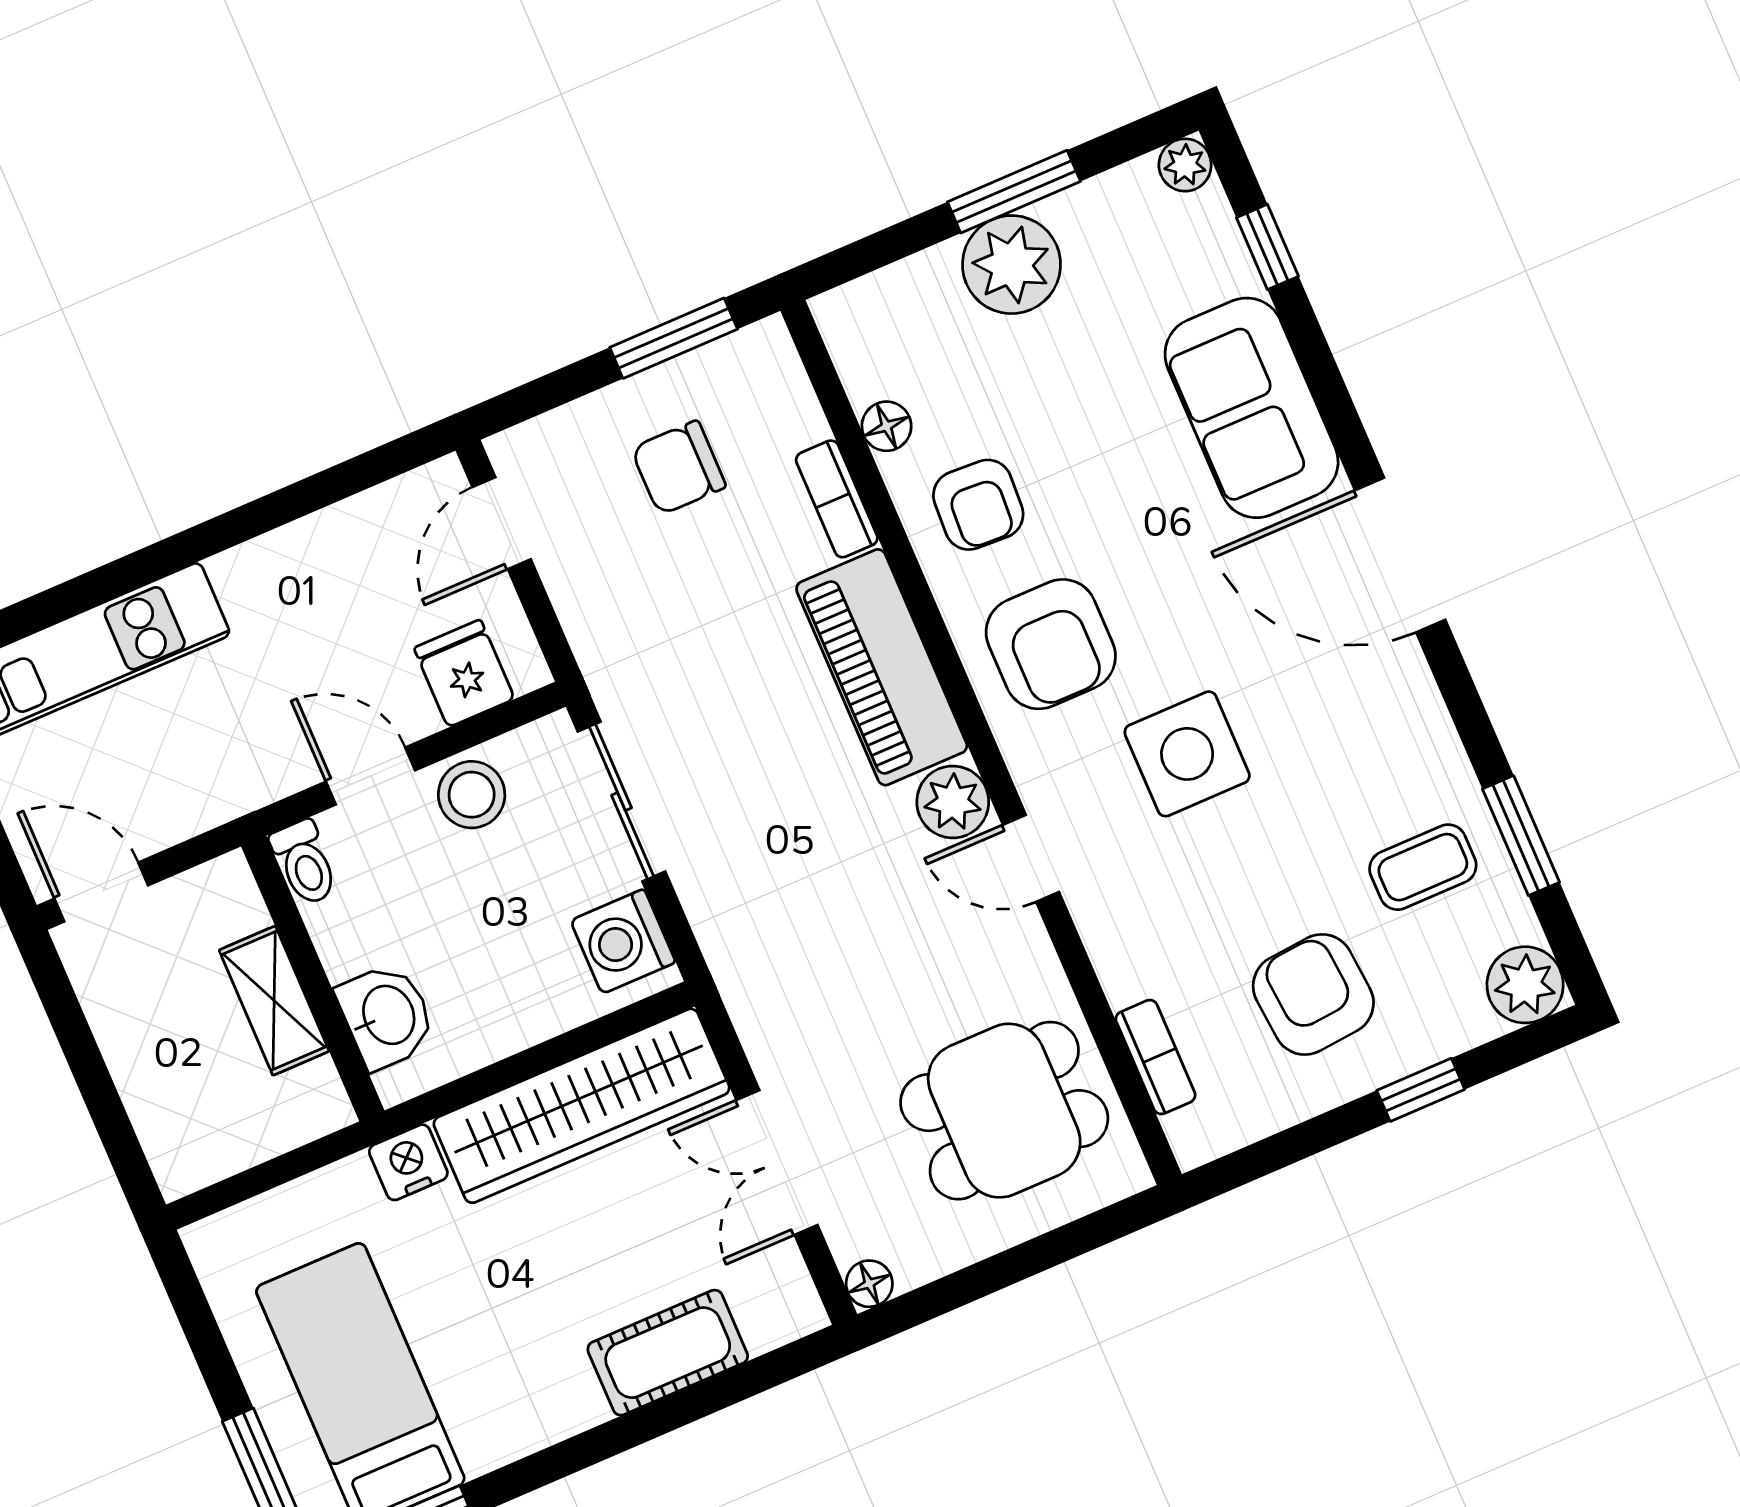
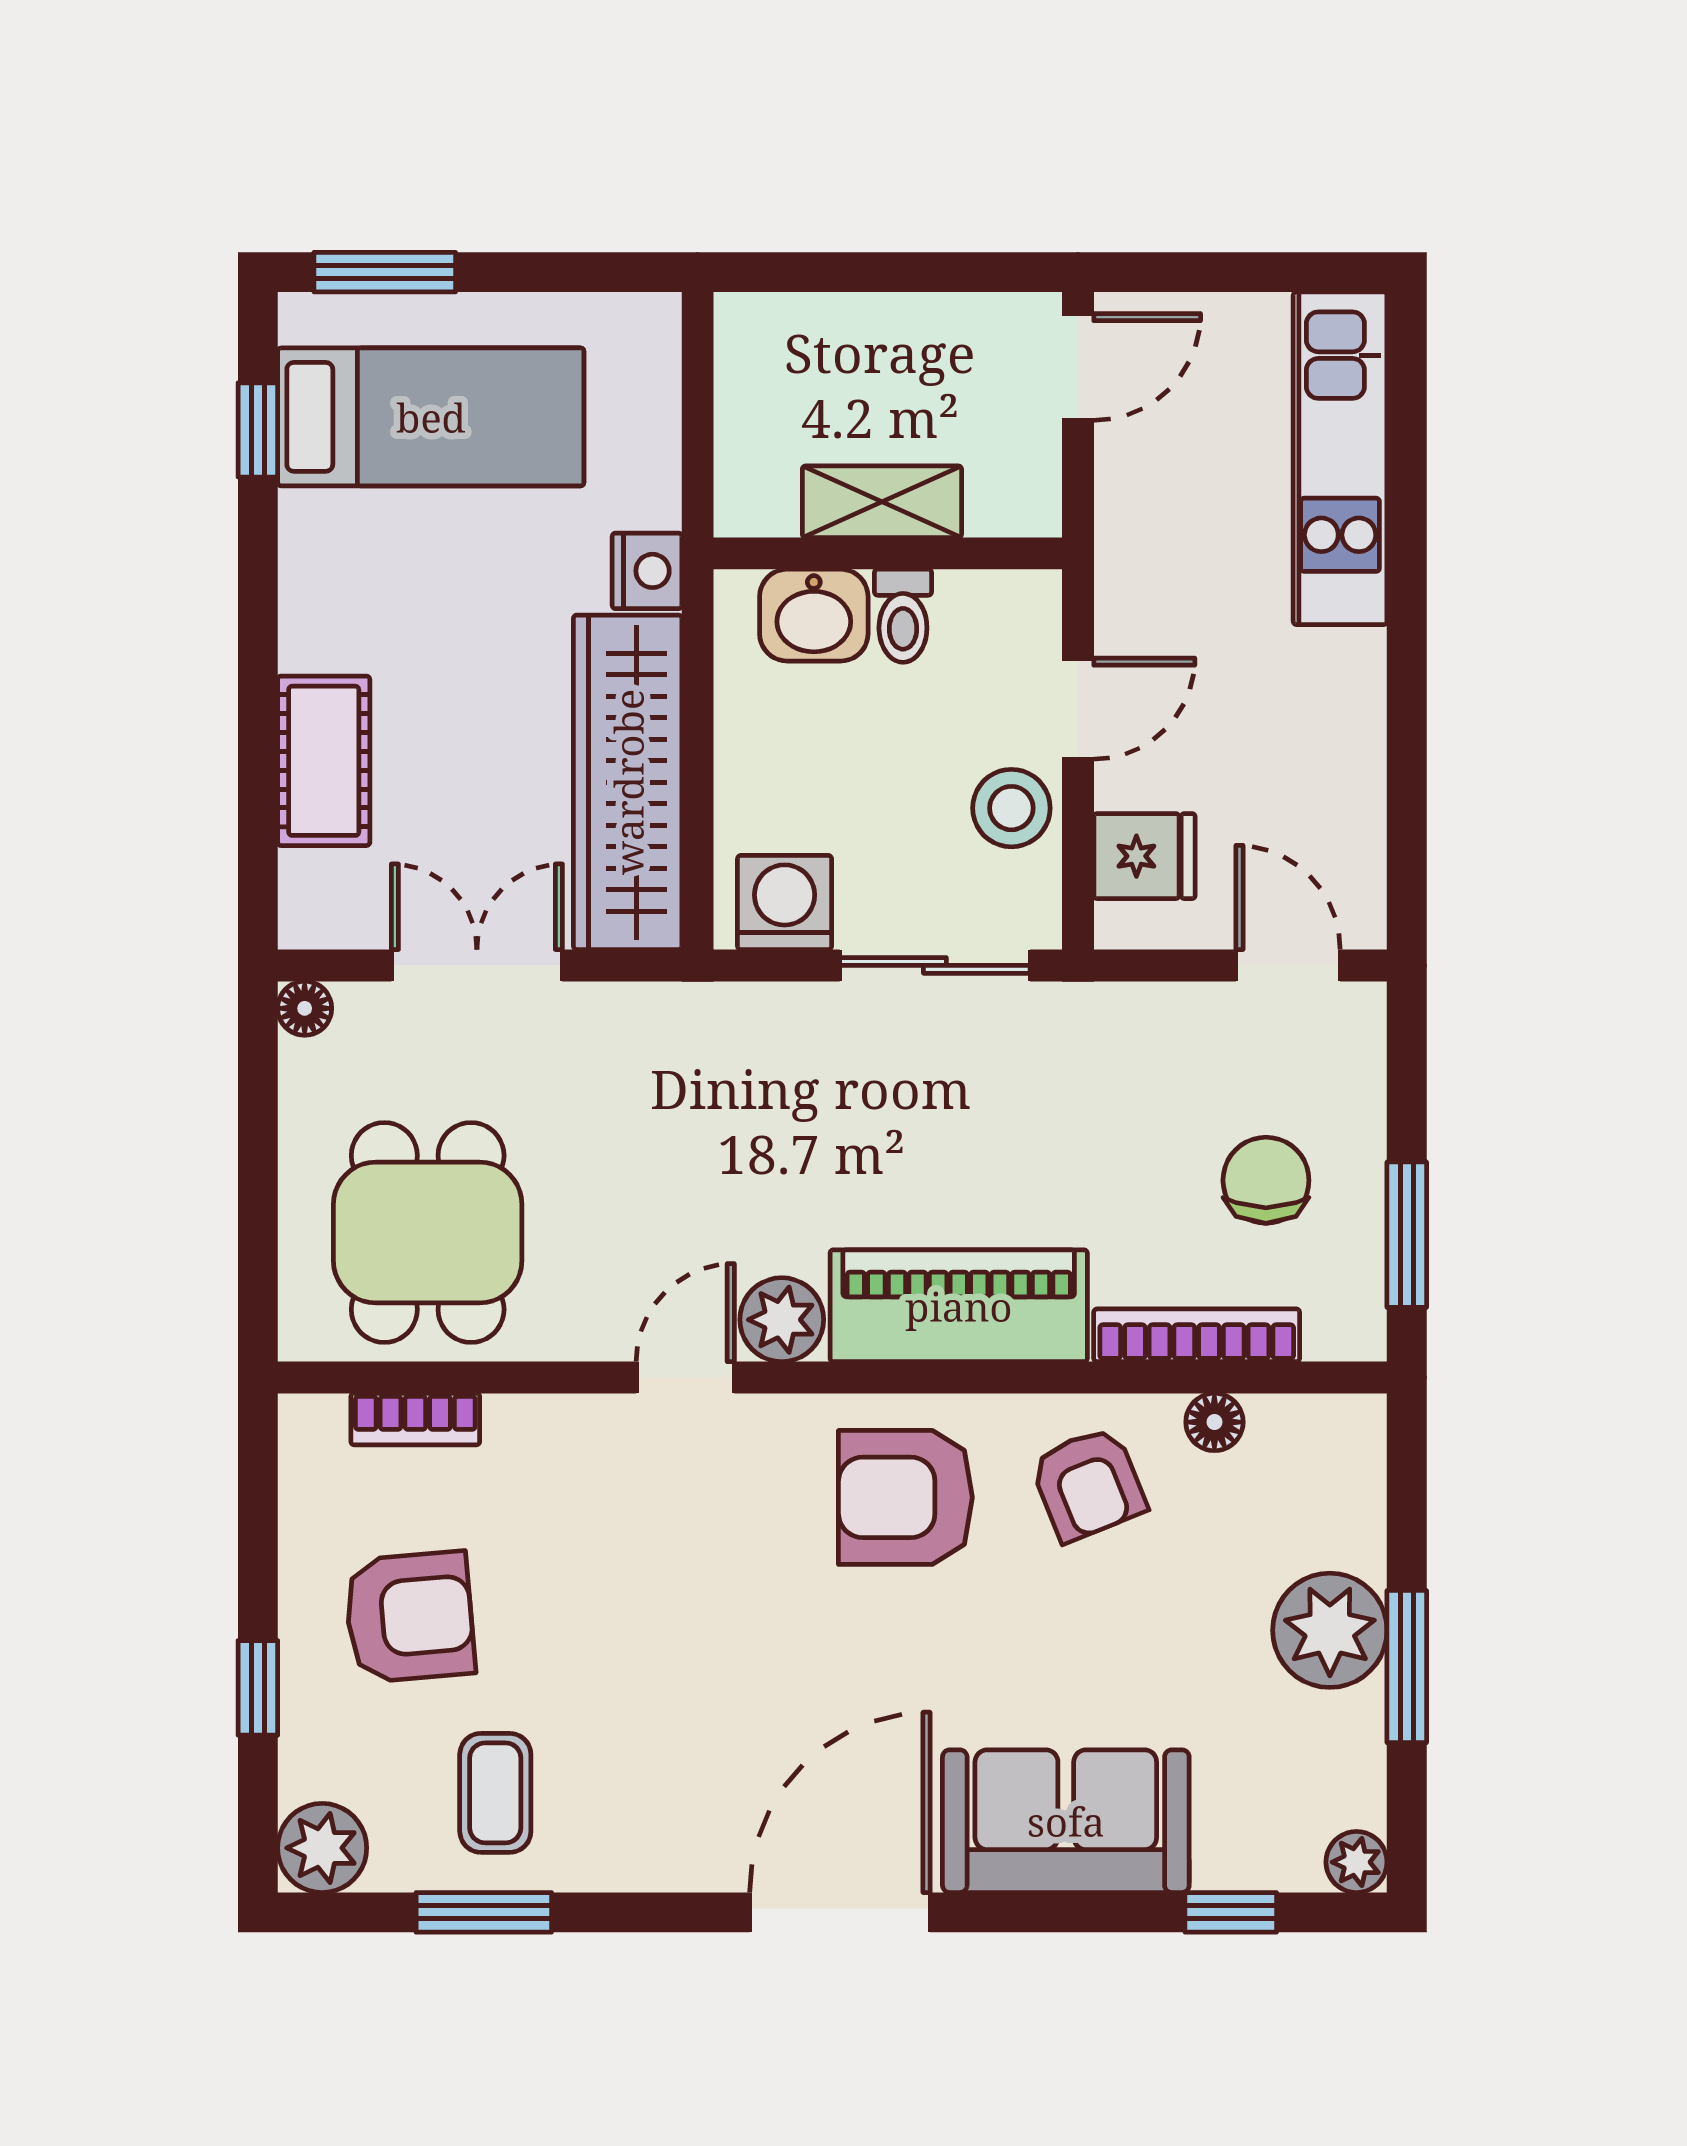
bookcase: (837, 499) -> (1197, 1335), width x1.56
armchair: (978, 505) -> (1088, 1484), turned -115
side table: (1187, 754) -> (725, 1593), removed
toilet: (304, 863) -> (903, 616), moved, turned -90

